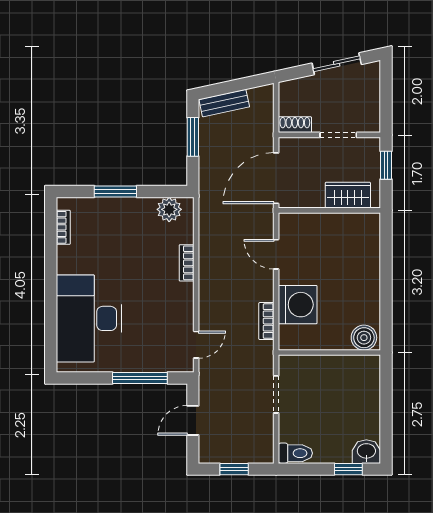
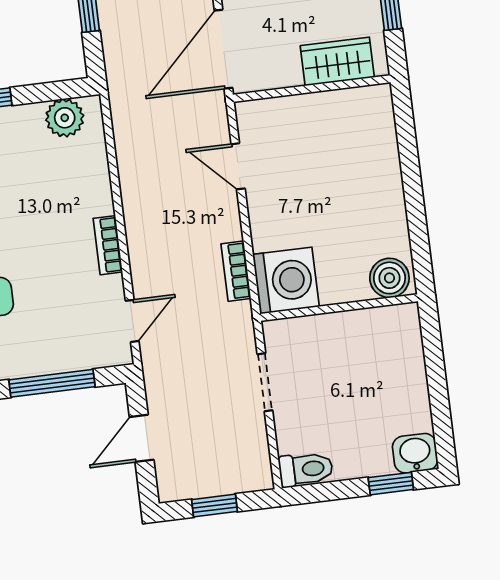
bookcase: (187, 263) -> (108, 245), moved
washing machine: (298, 305) -> (286, 280), moved

